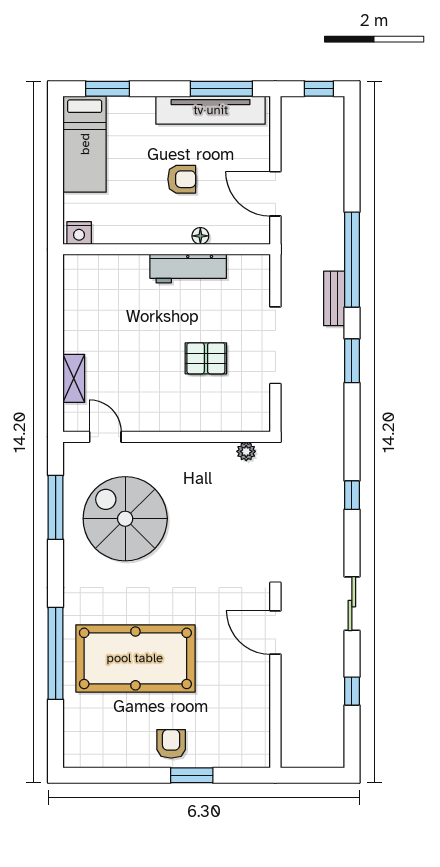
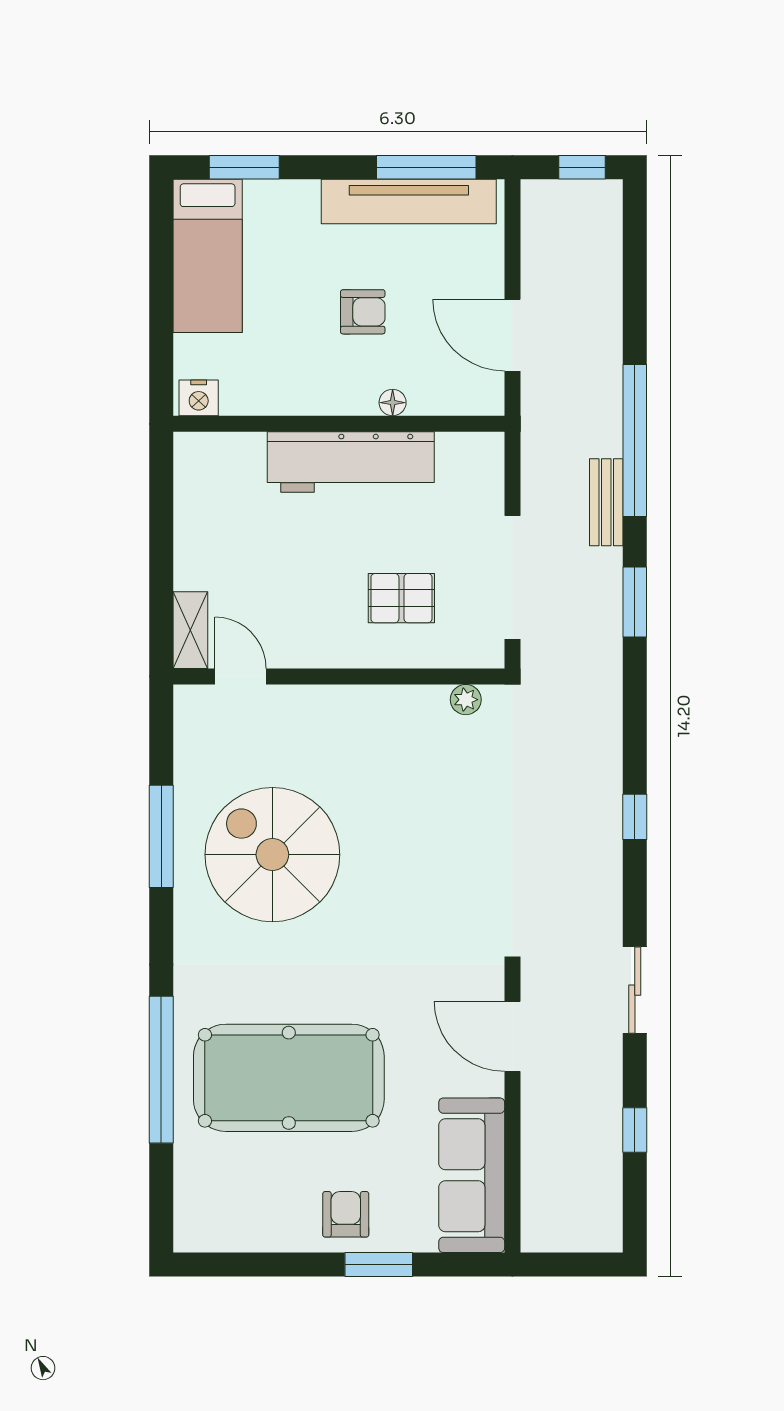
workbench: (188, 269) -> (351, 462), width x1.36, depth x1.32
door: (105, 437) -> (241, 676), moved
wall: (167, 437) -> (339, 676), moved
plant: (246, 451) -> (466, 700), moved
sofa: (250, 719) -> (472, 1175), added

